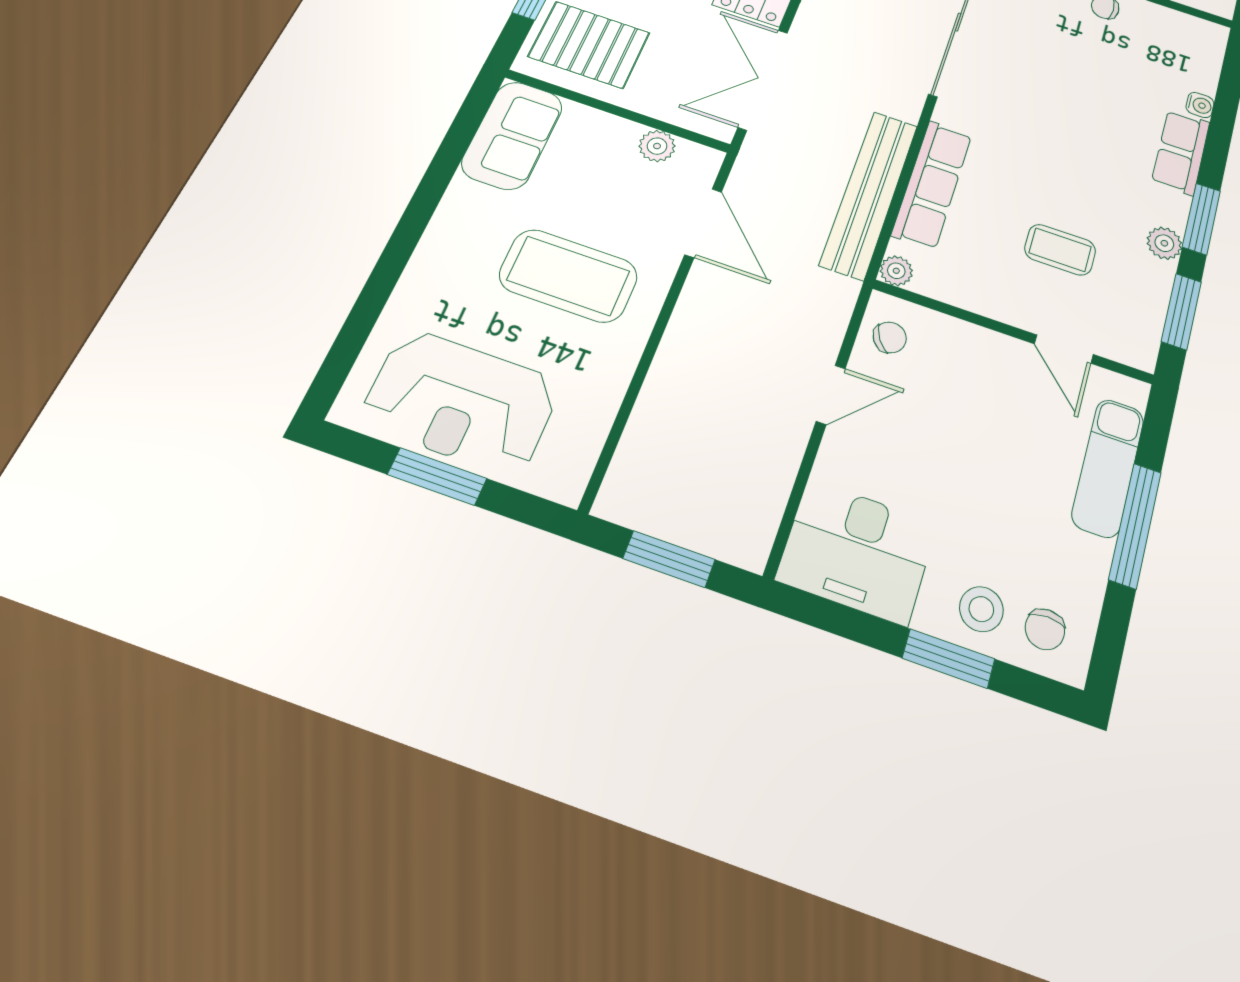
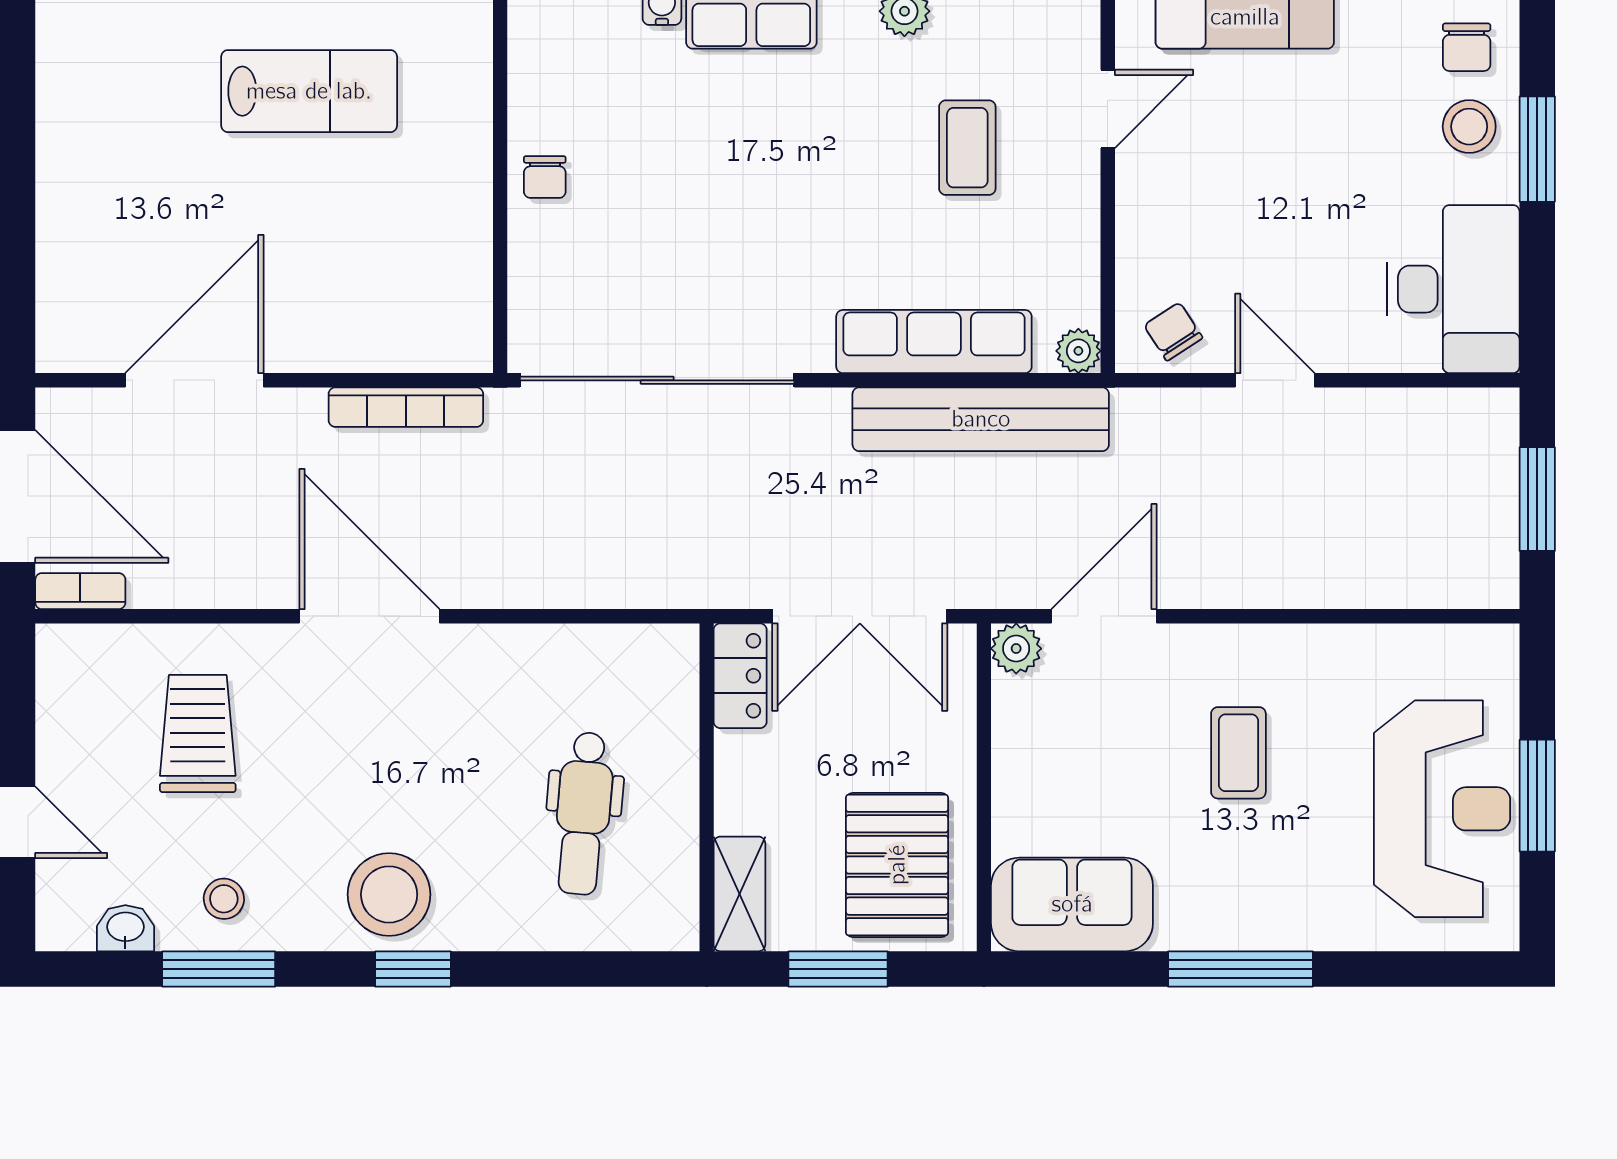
plant: (657, 146) -> (1016, 649), moved
window: (413, 223) -> (1240, 969), added
coffee table: (568, 276) -> (1238, 753), width x0.54, depth x0.58
chair: (1045, 629) -> (1467, 47), turned 90

